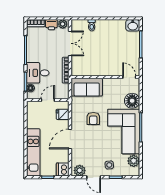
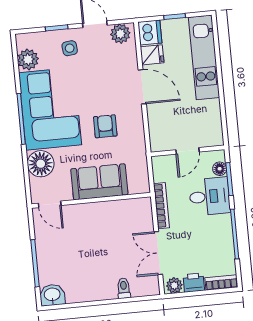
sofa: (87, 87) -> (99, 182), moved
fridge: (63, 114) -> (152, 55), moved
door: (70, 139) -> (142, 87), hinge flipped

